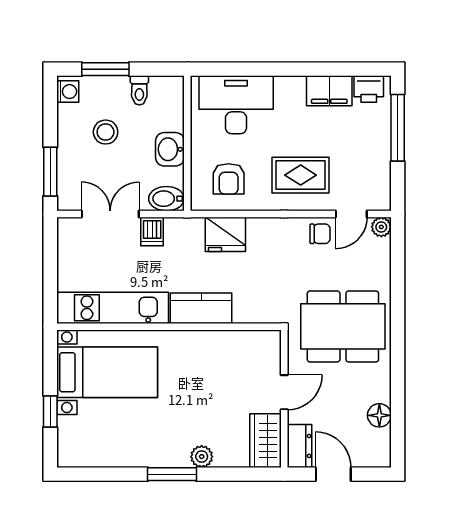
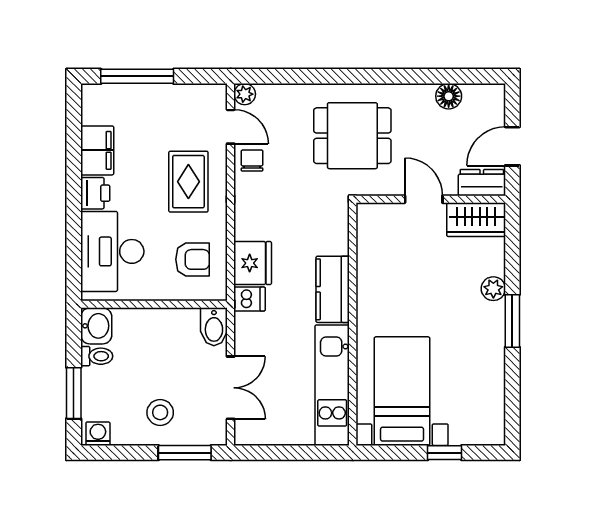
printer: (369, 89) -> (95, 193), moved
stool: (106, 132) -> (160, 412), moved
washbasin: (170, 149) -> (96, 326), moved, turned -90
double door: (110, 214) -> (231, 388), swing flipped
dishwasher: (152, 231) -> (250, 299), moved
dining table: (343, 326) -> (352, 136), width x0.73

